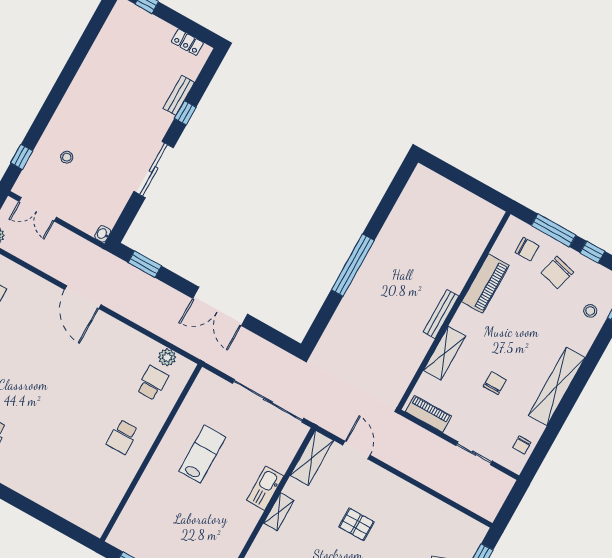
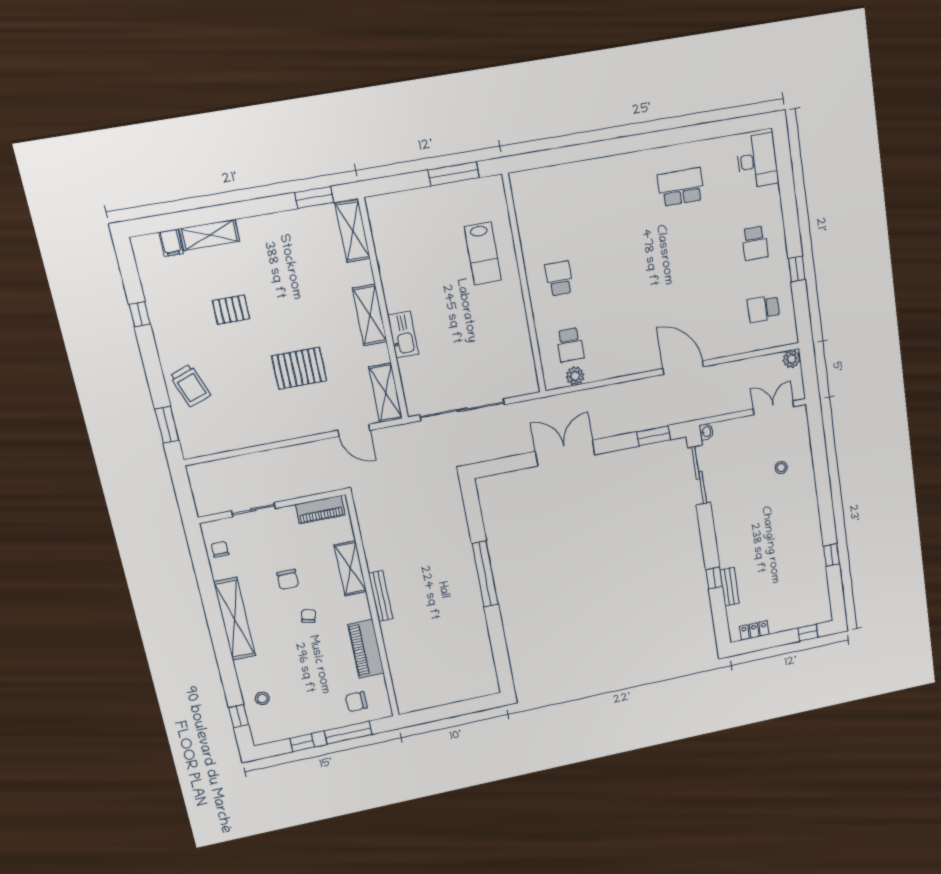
window: (22, 157) -> (831, 555), moved
sliding door: (154, 170) -> (699, 475), moved
chair: (557, 272) -> (309, 616), moved, width x0.54, depth x0.54
lab bench: (202, 454) -> (483, 254), moved
shelving: (279, 512) -> (370, 315), width x1.50, depth x1.33
pallet: (357, 524) -> (299, 368), width x1.50, depth x1.42

